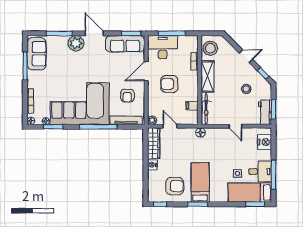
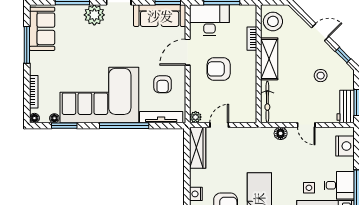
filing cabinet: (192, 106) -> (249, 98), removed
door: (170, 126) -> (219, 125), hinge flipped
floor lamp: (200, 132) -> (281, 133), moved
nightstand: (152, 165) -> (196, 194), moved

